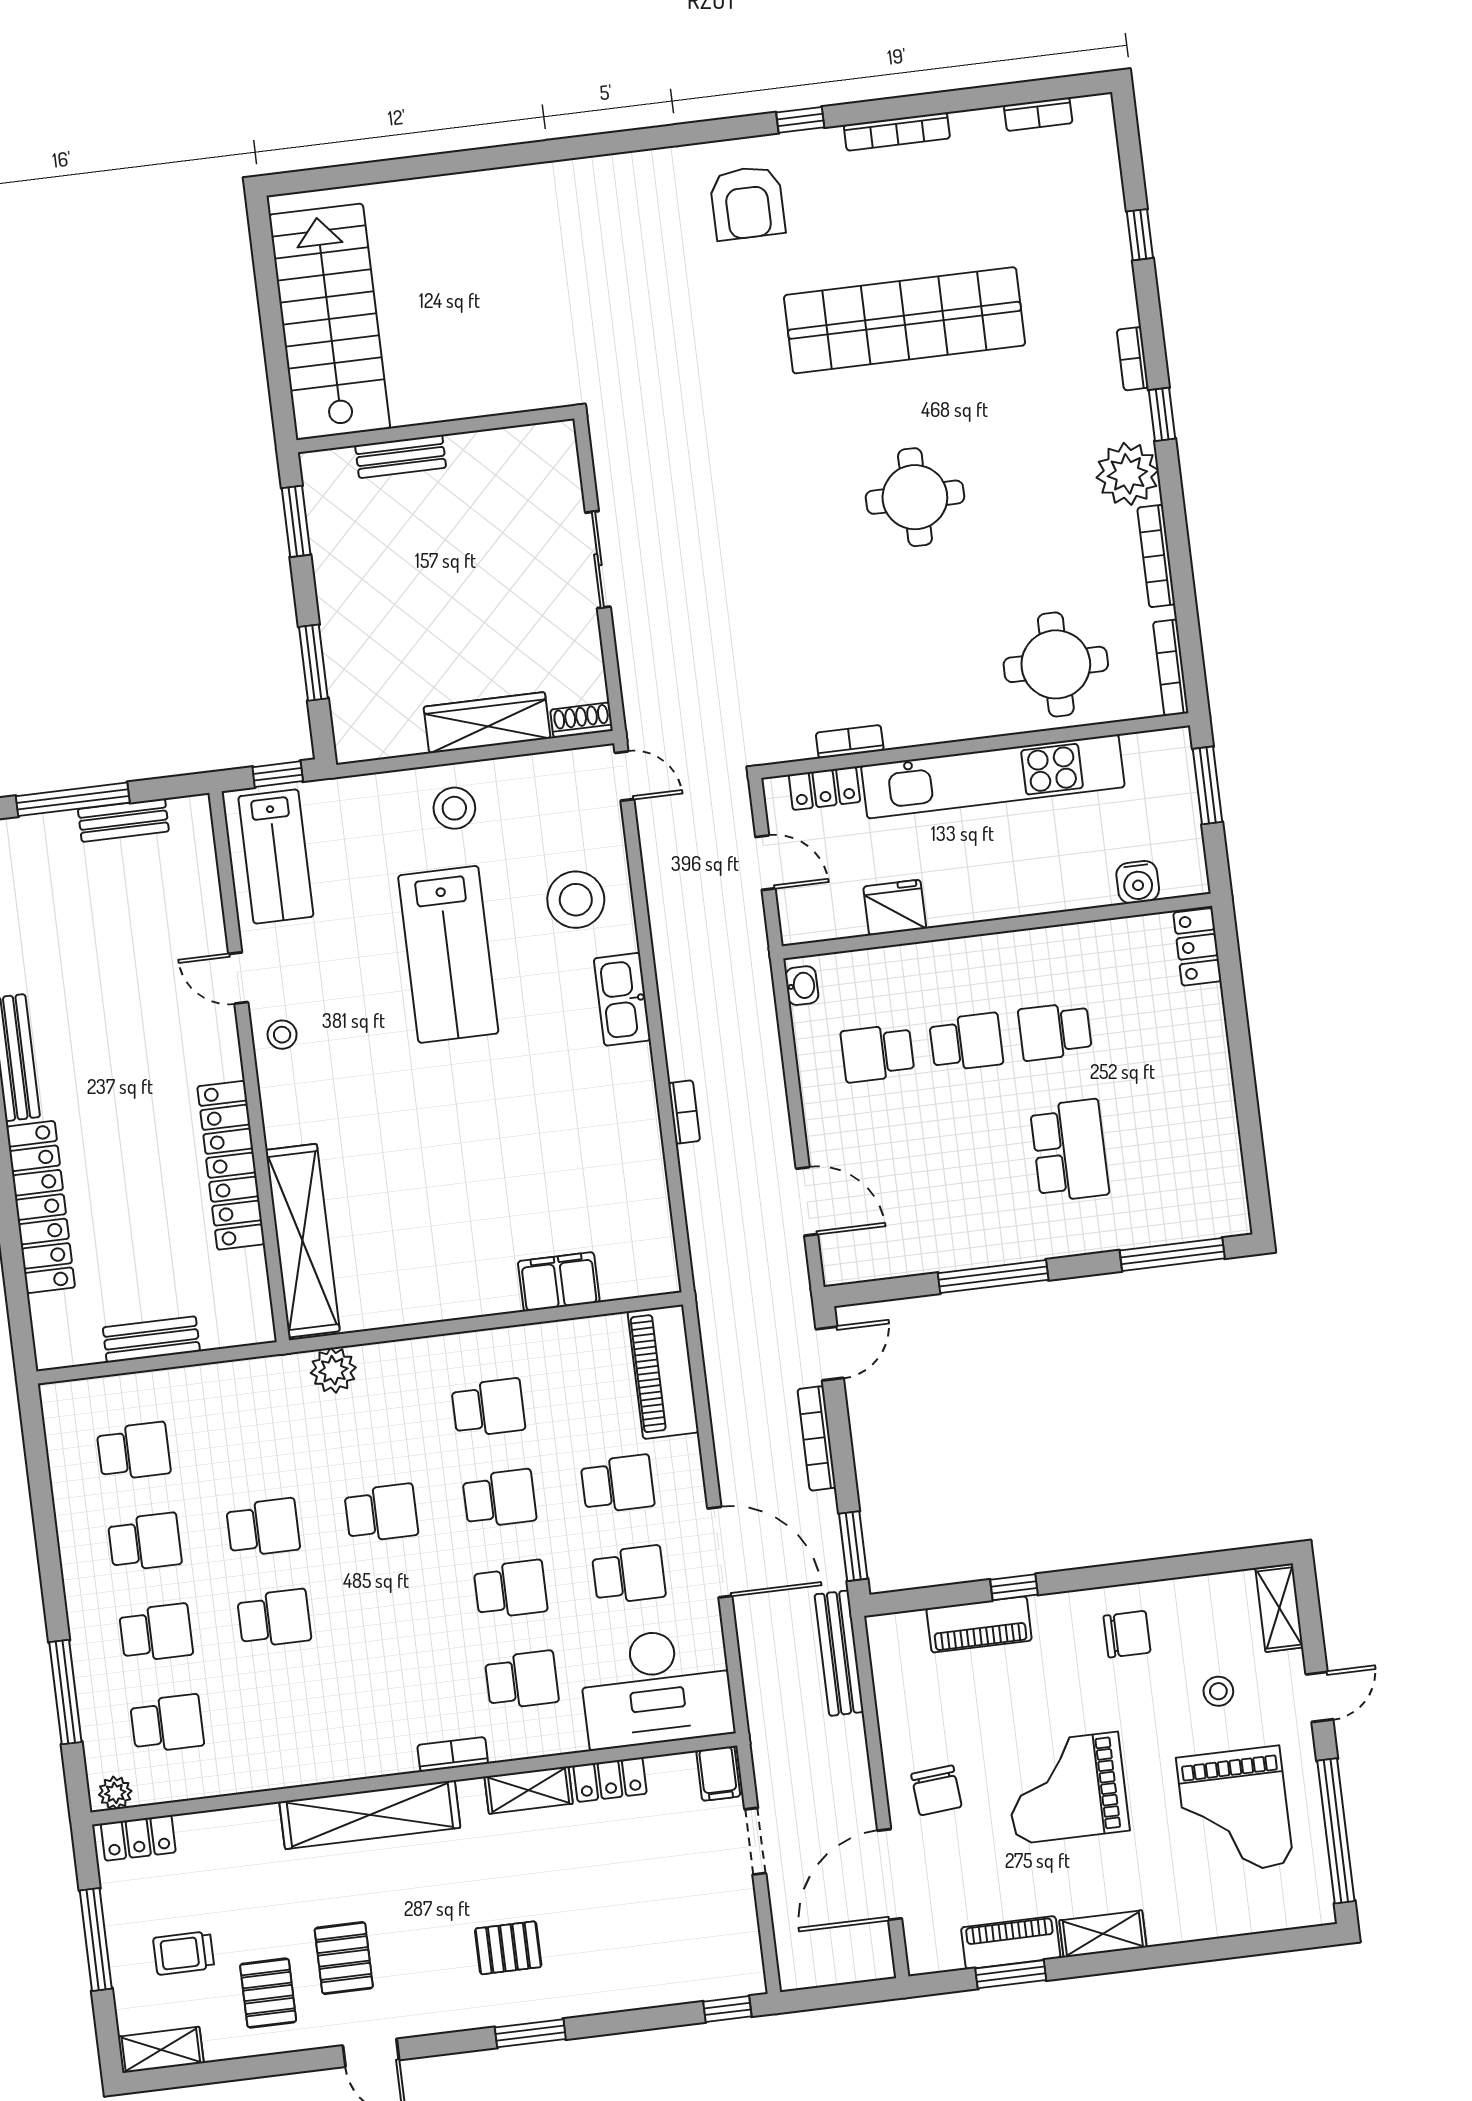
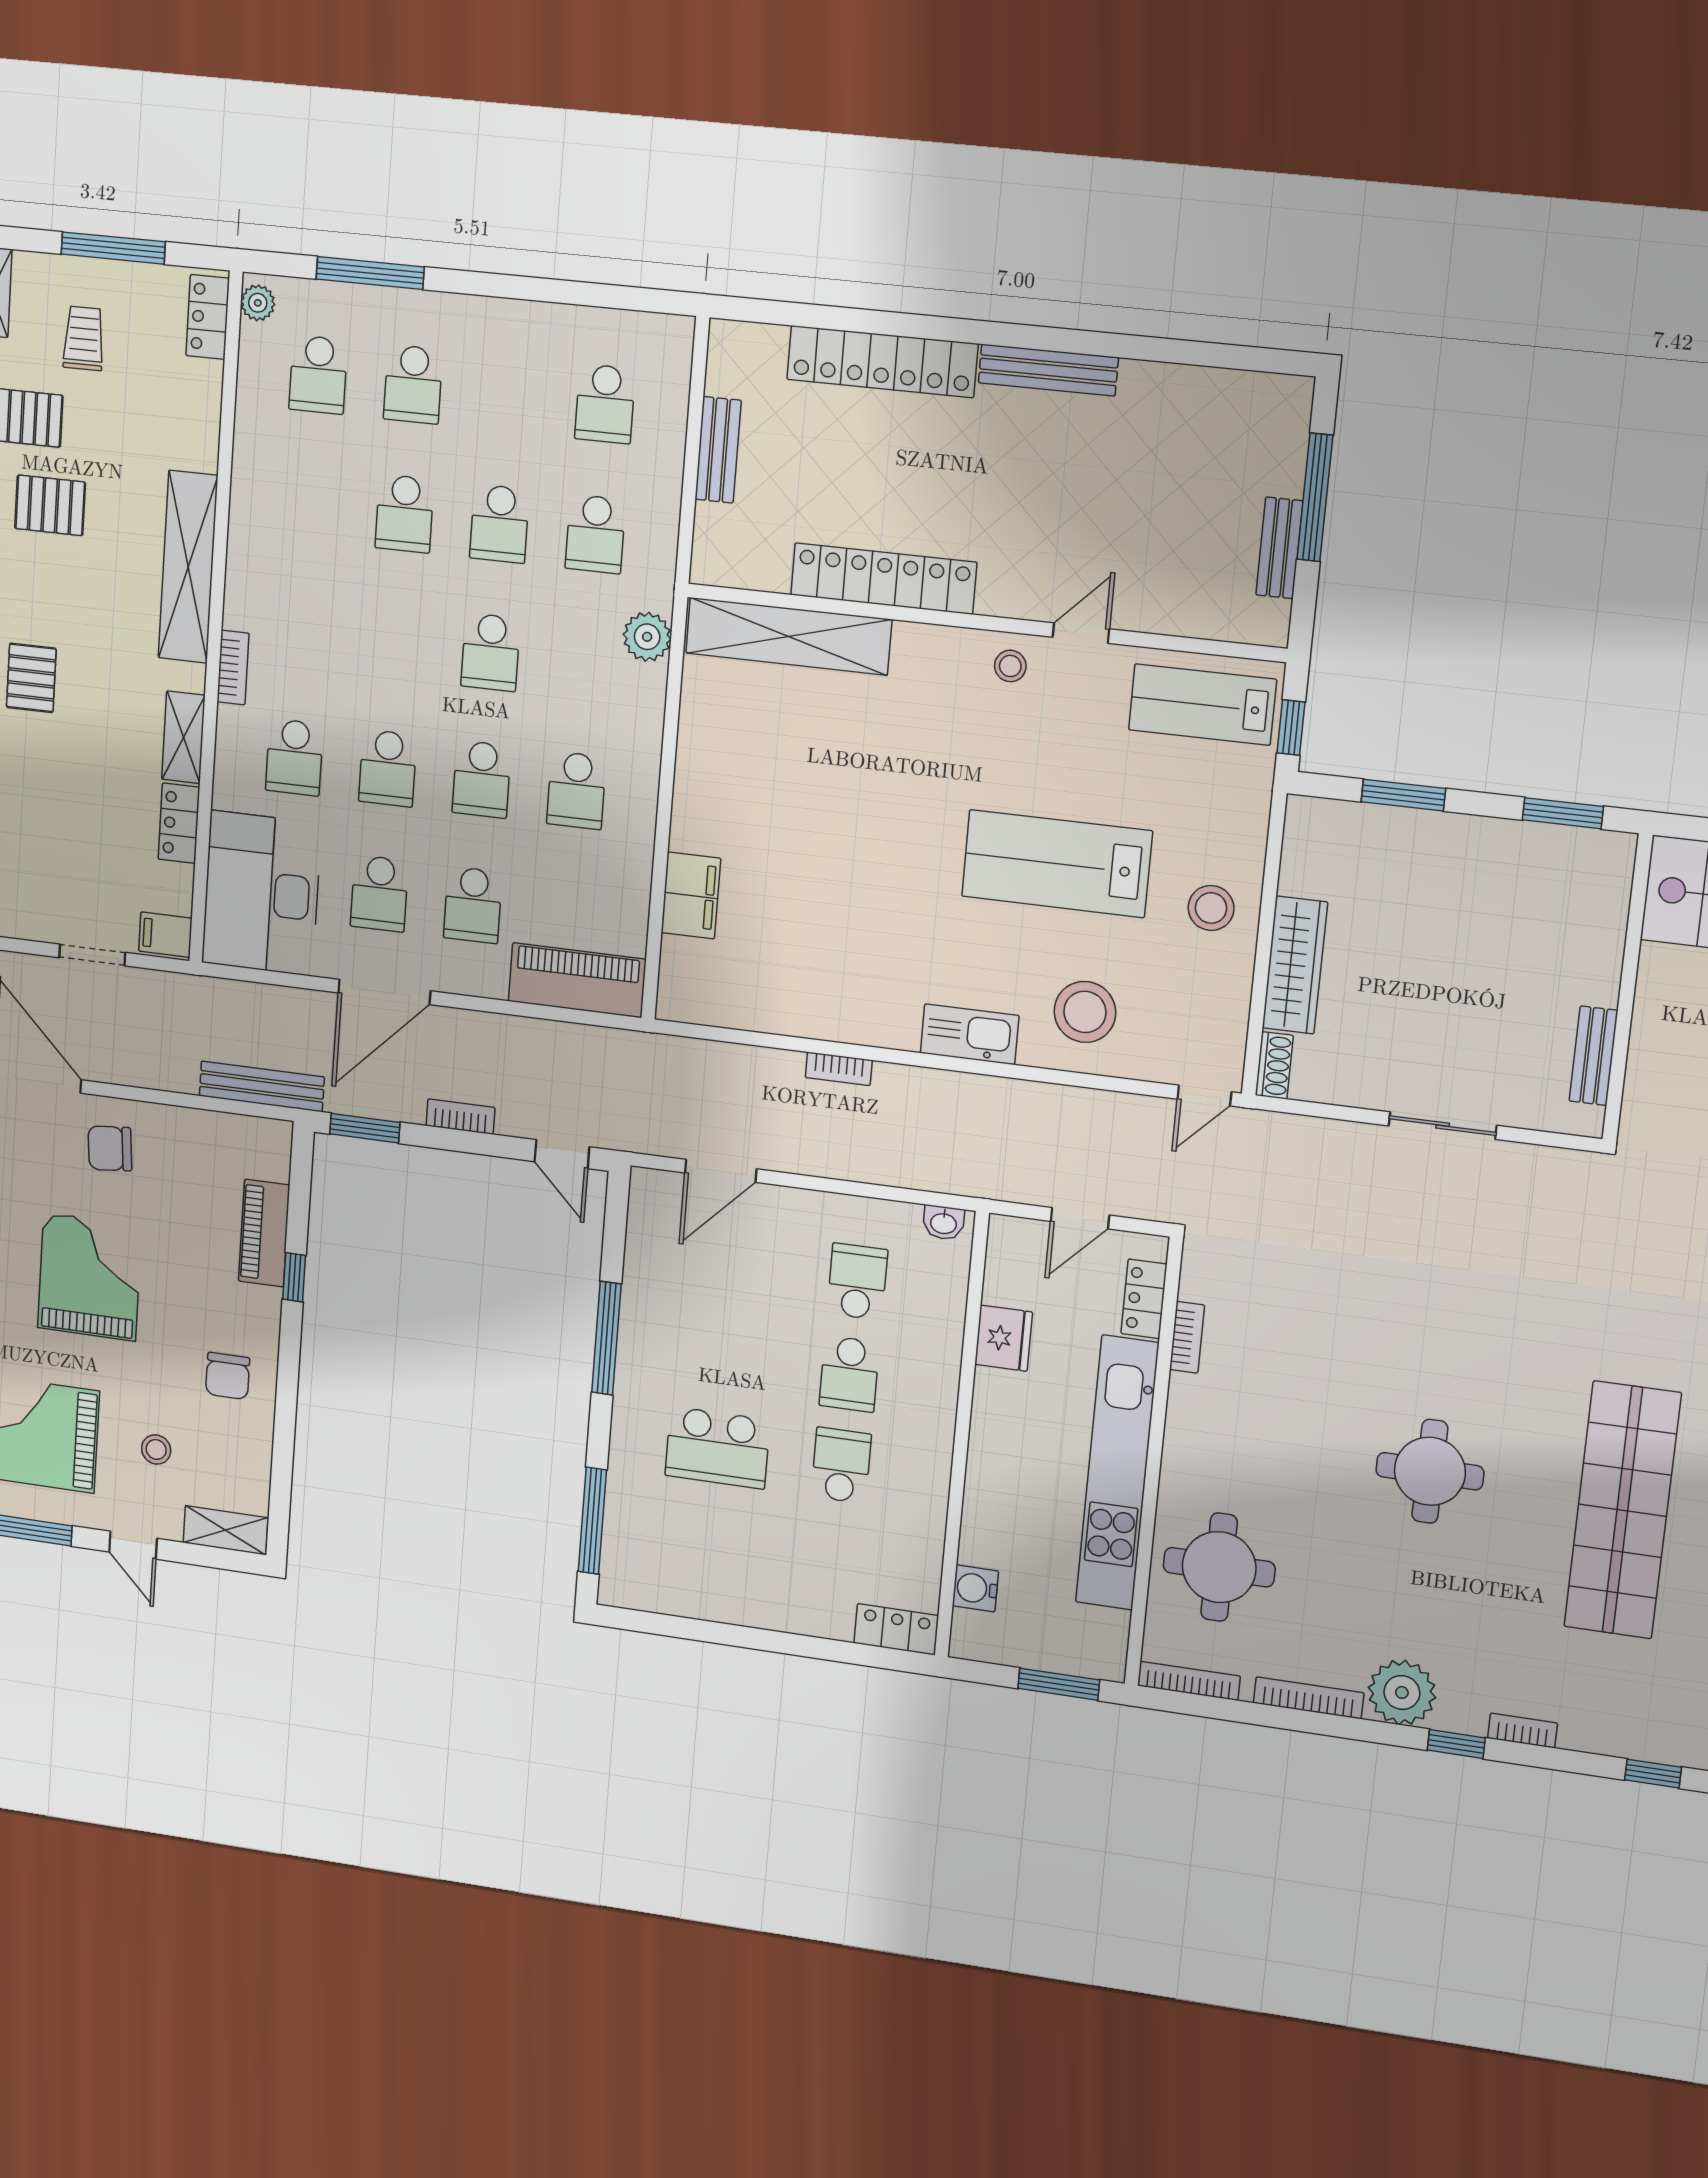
bench: (401, 456) -> (1593, 1056), moved
bookcase: (817, 1438) -> (460, 1117), width x0.64
school desk: (145, 1542) -> (595, 534), moved

